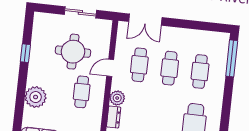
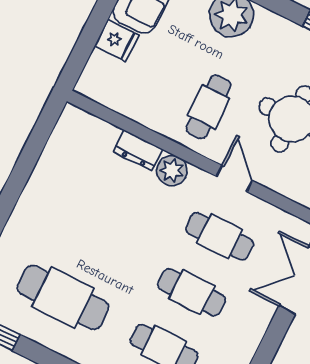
cafe table: (82, 92) -> (209, 107), turned 90

